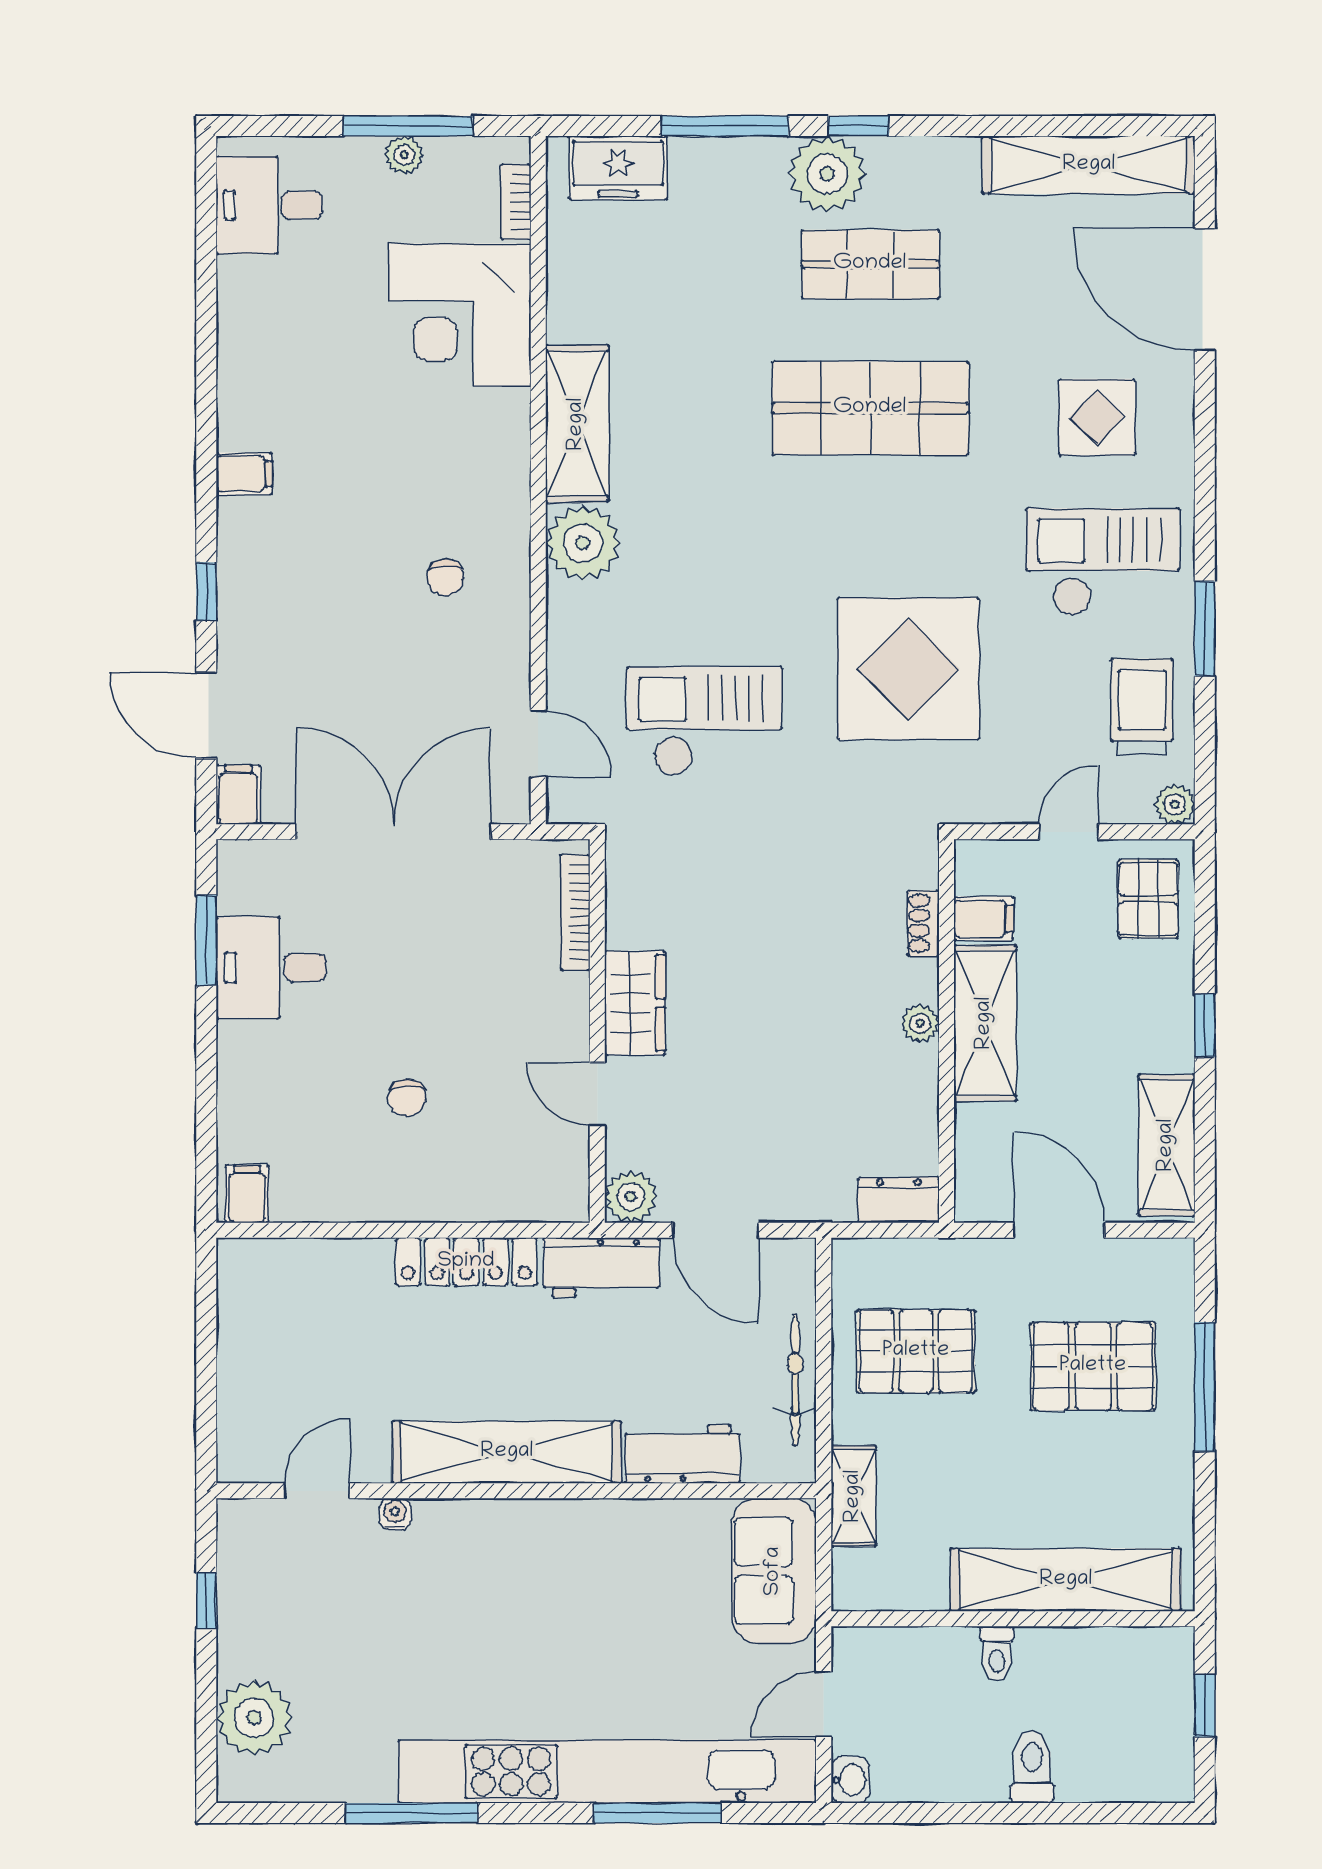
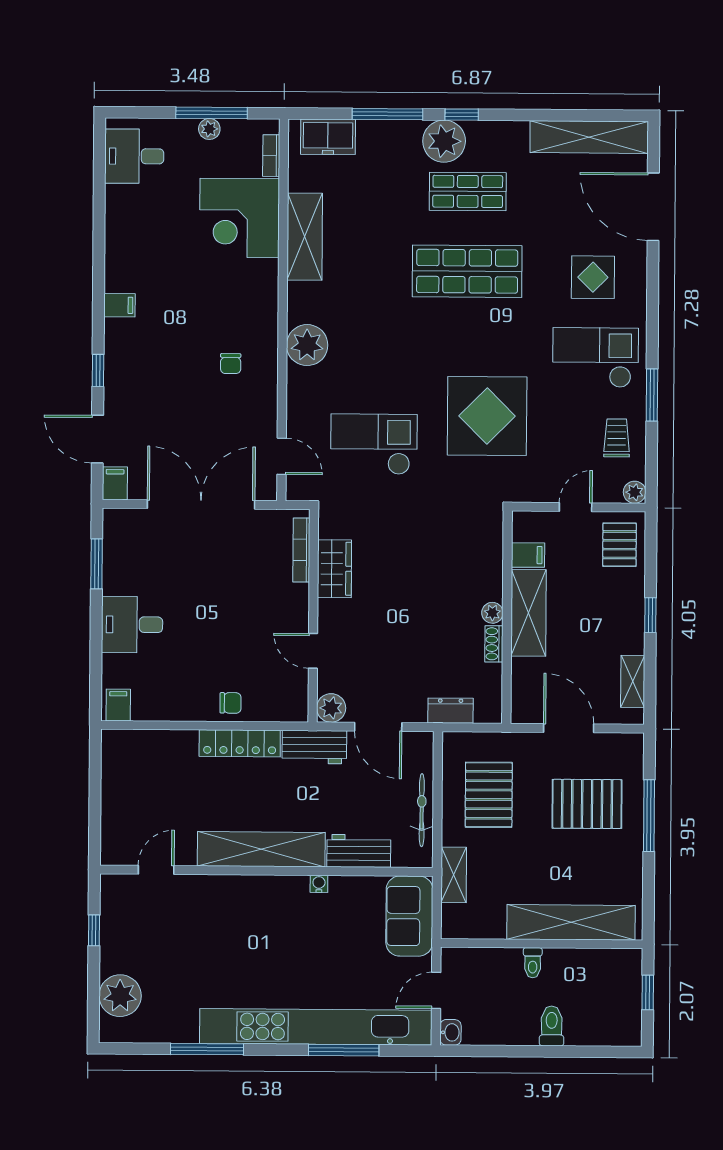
shelving: (577, 424) -> (305, 237), moved
trolley: (1142, 707) -> (617, 438), width x0.73, depth x0.72
shoe rack: (923, 923) -> (494, 644), moved
desk: (271, 967) -> (132, 625), moved
wardrobe: (635, 1003) -> (334, 569), moved
chair: (407, 1098) -> (231, 703), moved, turned -90
shelving: (1167, 1145) -> (633, 681), width x0.67, depth x0.75
dresser: (899, 1200) -> (451, 711), moved
pallet: (916, 1351) -> (489, 795), turned 90
water cooler: (395, 1514) -> (319, 884), moved

